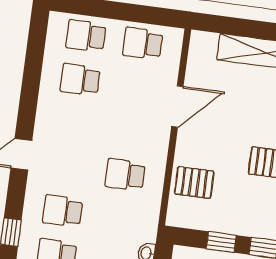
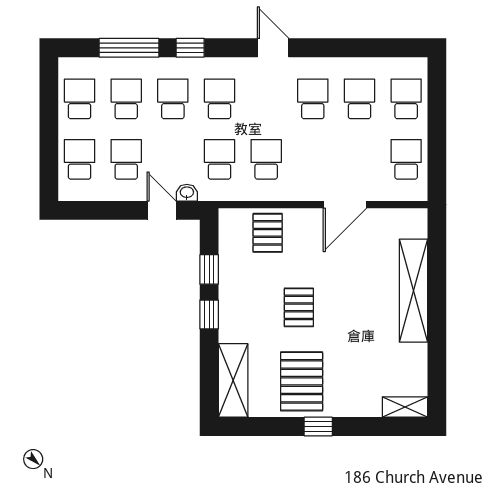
door: (177, 106) -> (345, 205), hinge flipped
school desk: (74, 123) -> (313, 99), added
school desk: (119, 219) -> (219, 159), added

